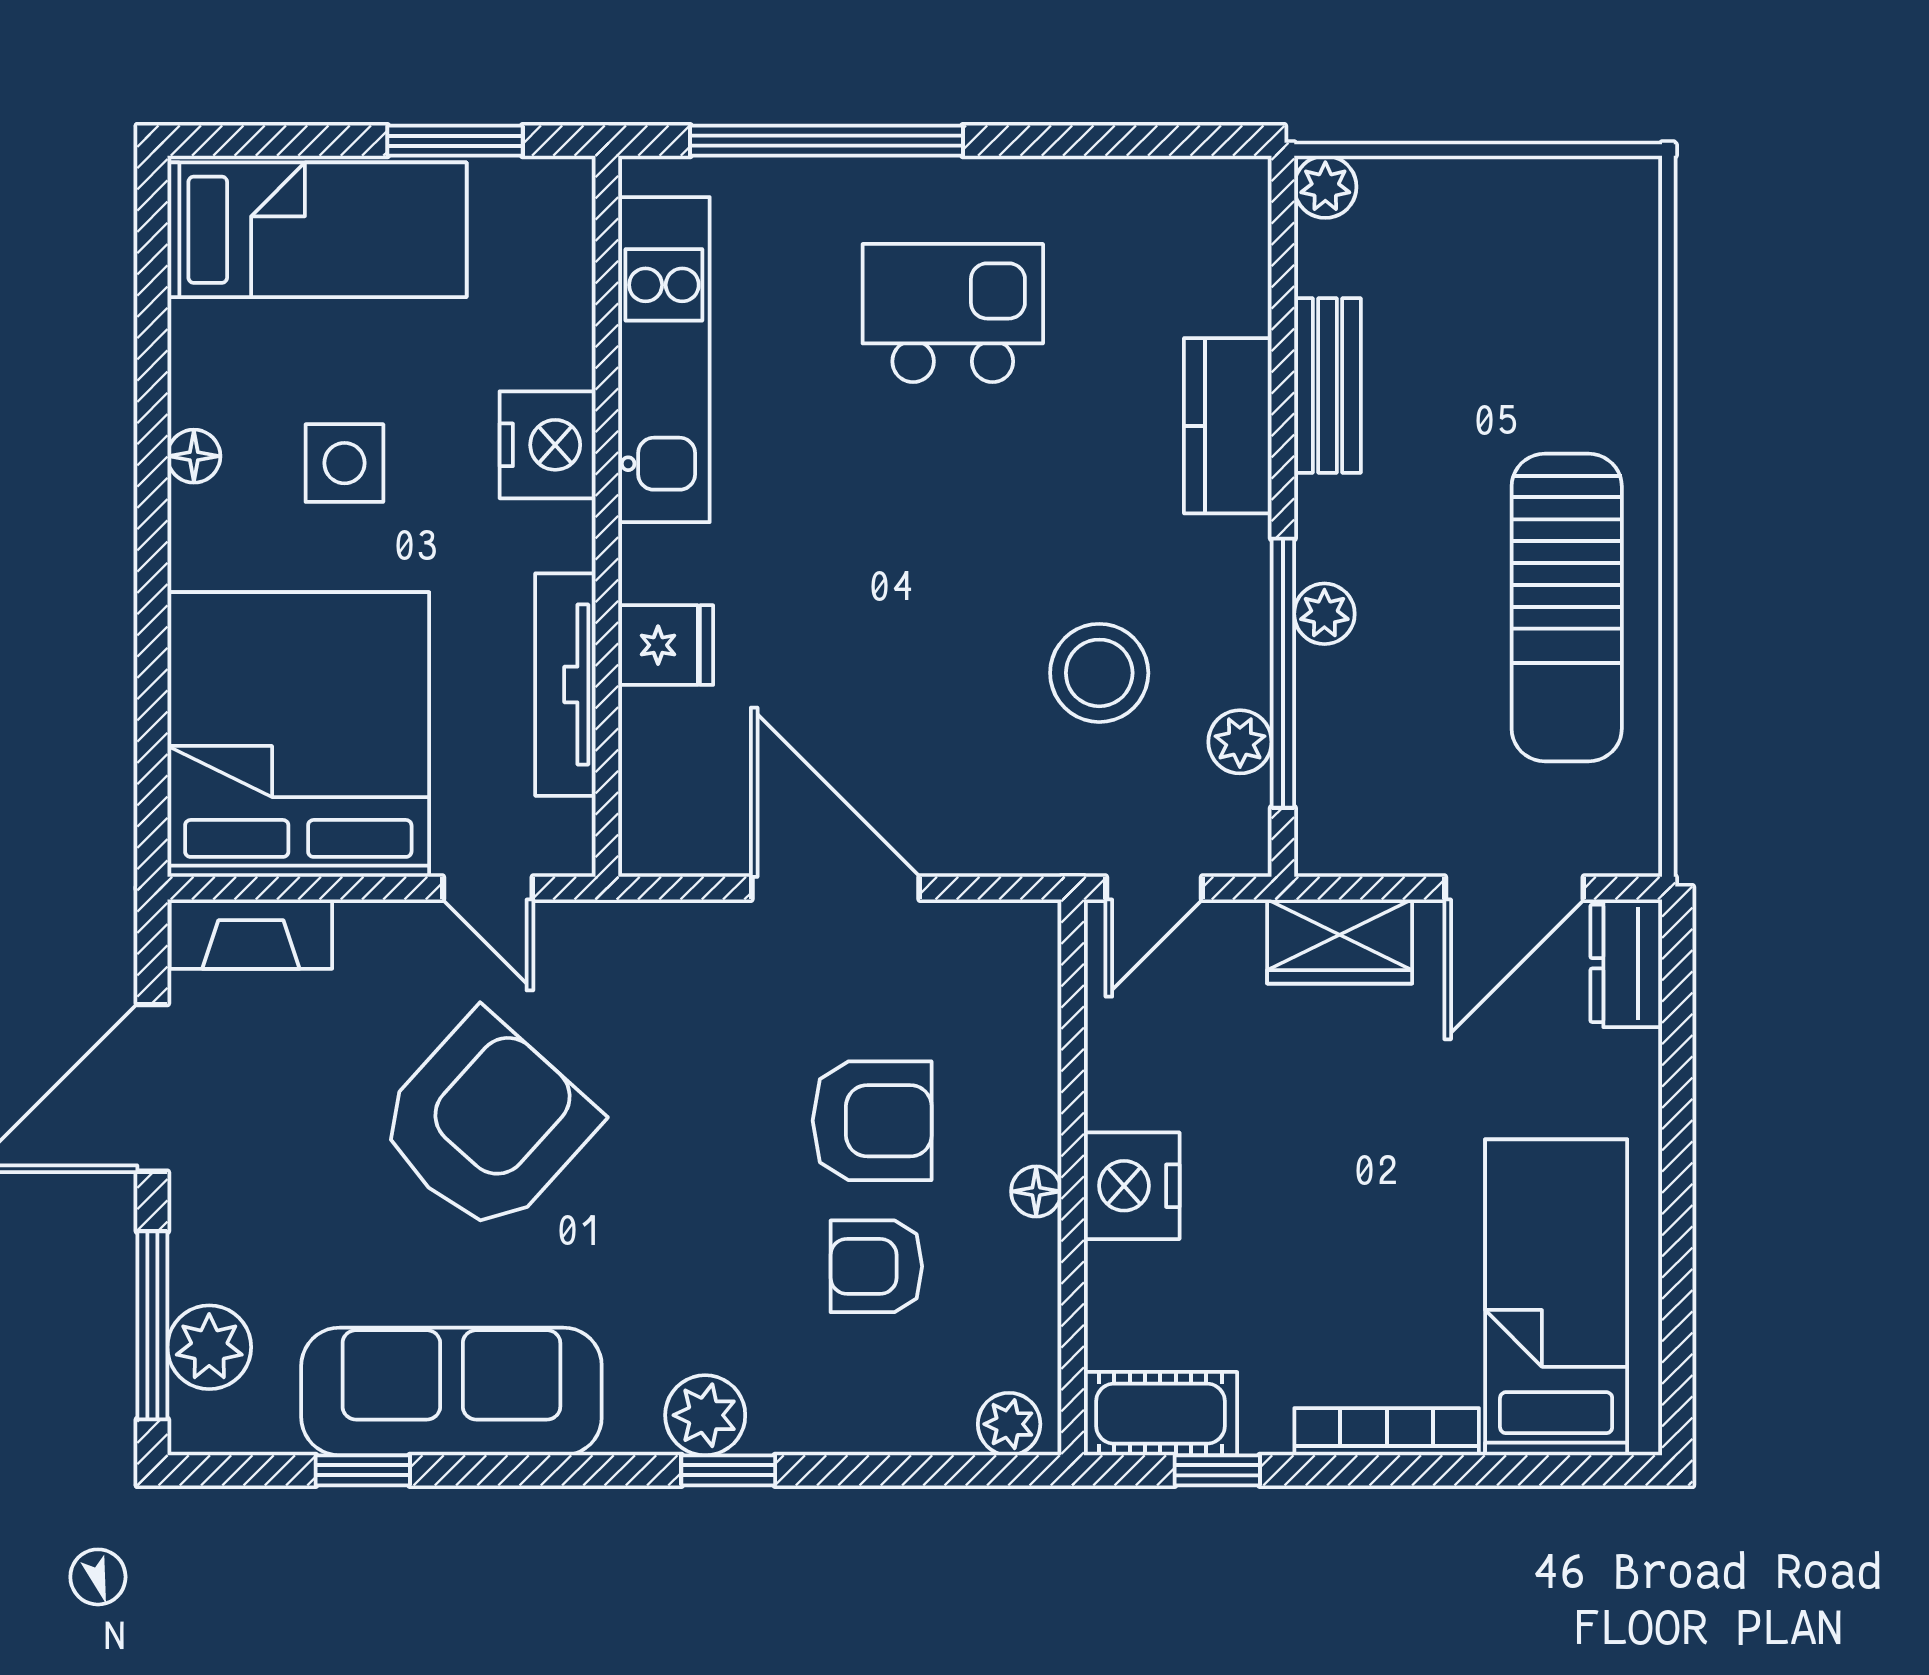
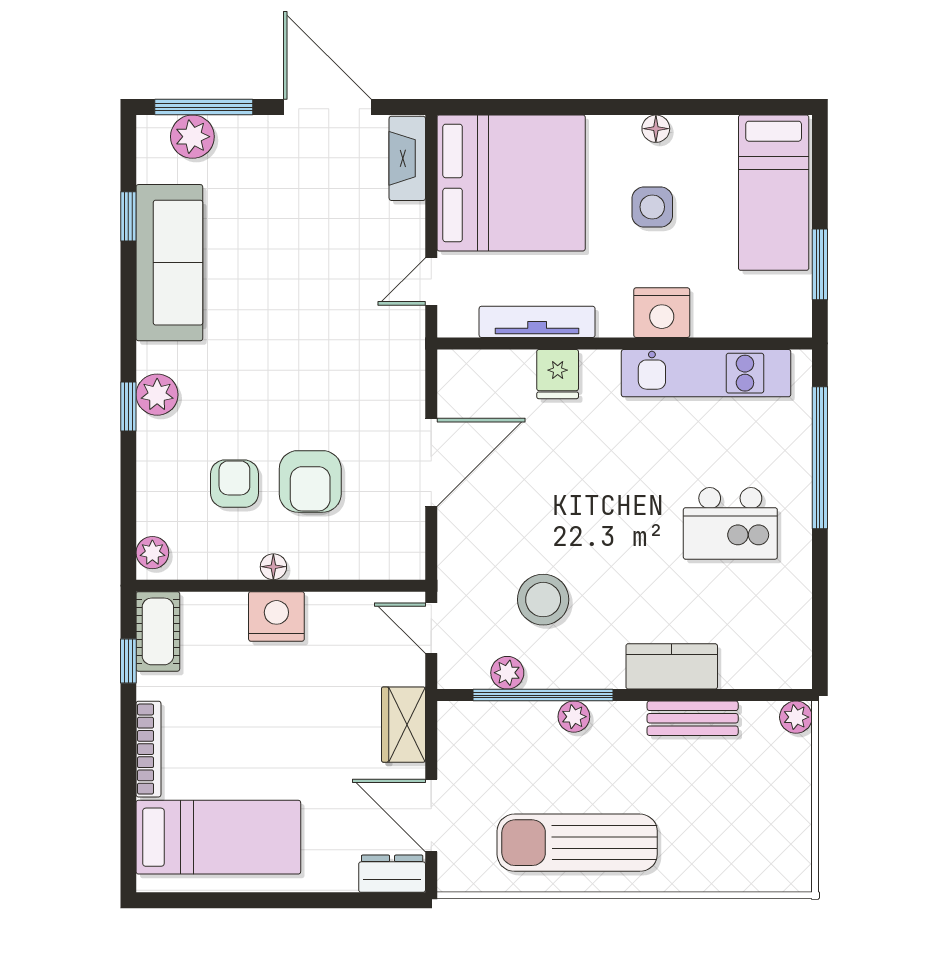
kitchen island: (953, 313) -> (730, 523), turned 90
armchair: (486, 1124) -> (309, 281), removed

